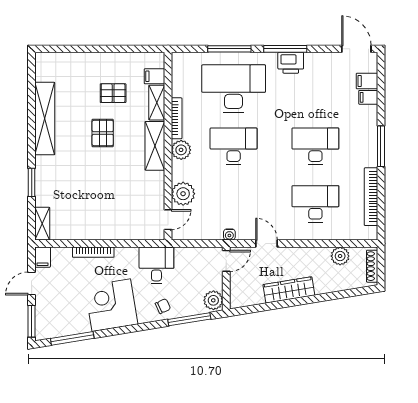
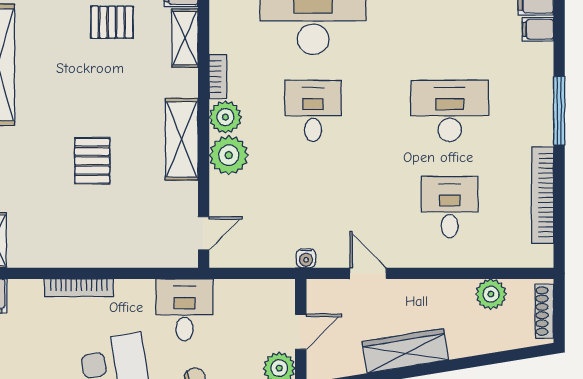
bookcase: (177, 118) -> (218, 77), width x0.64
pallet: (103, 133) -> (92, 161), moved
shelving: (155, 146) -> (182, 139), moved
desk: (234, 146) -> (313, 111), width x0.73
plant: (183, 194) -> (229, 155), moved
desk: (315, 204) -> (450, 207), width x0.73
door: (226, 261) -> (301, 332), moved

